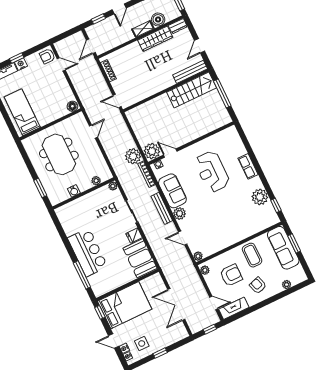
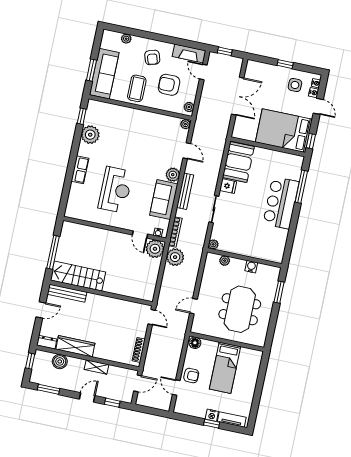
shelving: (143, 29) -> (97, 367), moved
armchair: (47, 56) -> (191, 376), moved
bed: (22, 112) -> (225, 368), moved

